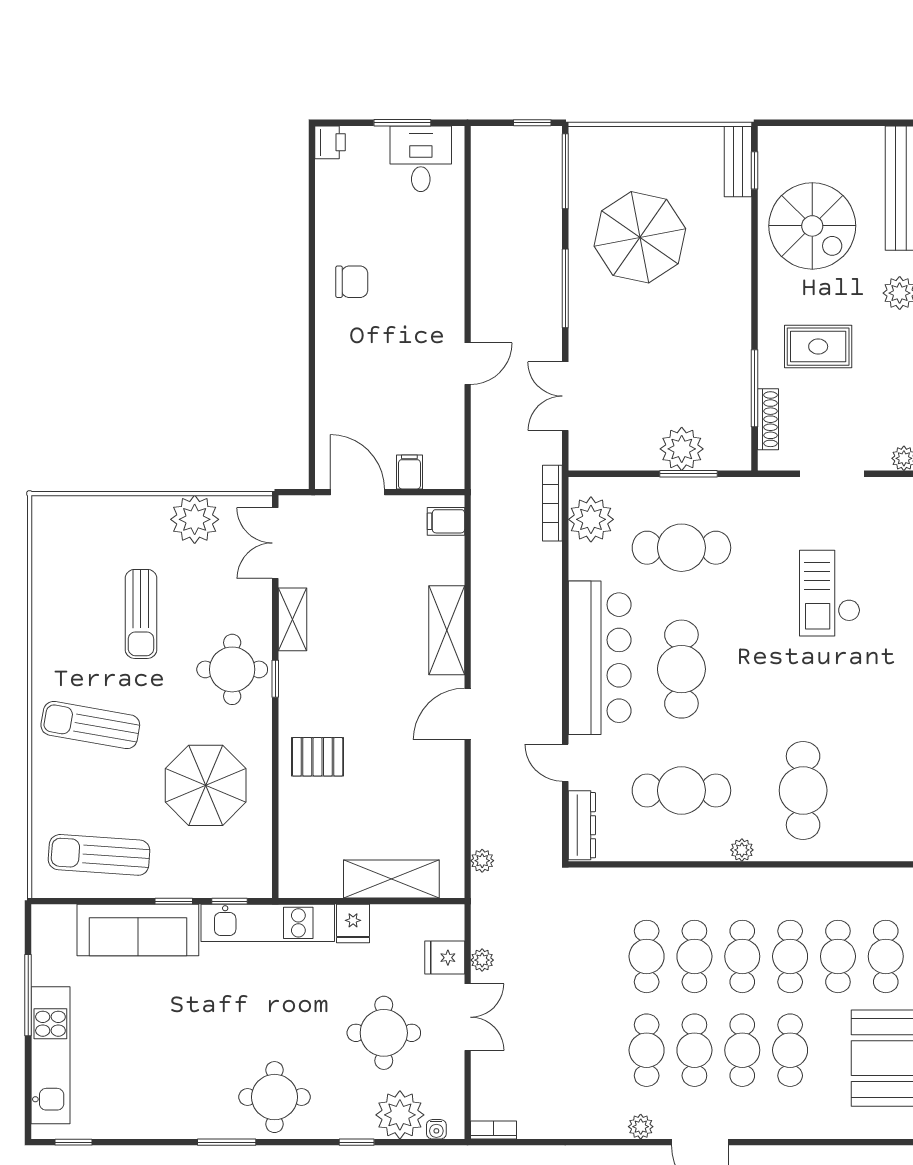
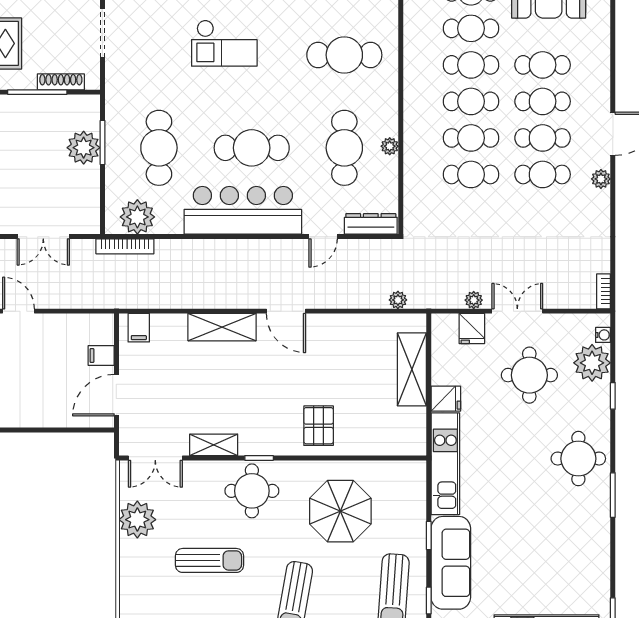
checkout: (830, 593) -> (224, 43), moved
plant: (742, 850) -> (390, 146), moved
window: (229, 901) -> (429, 601), moved

